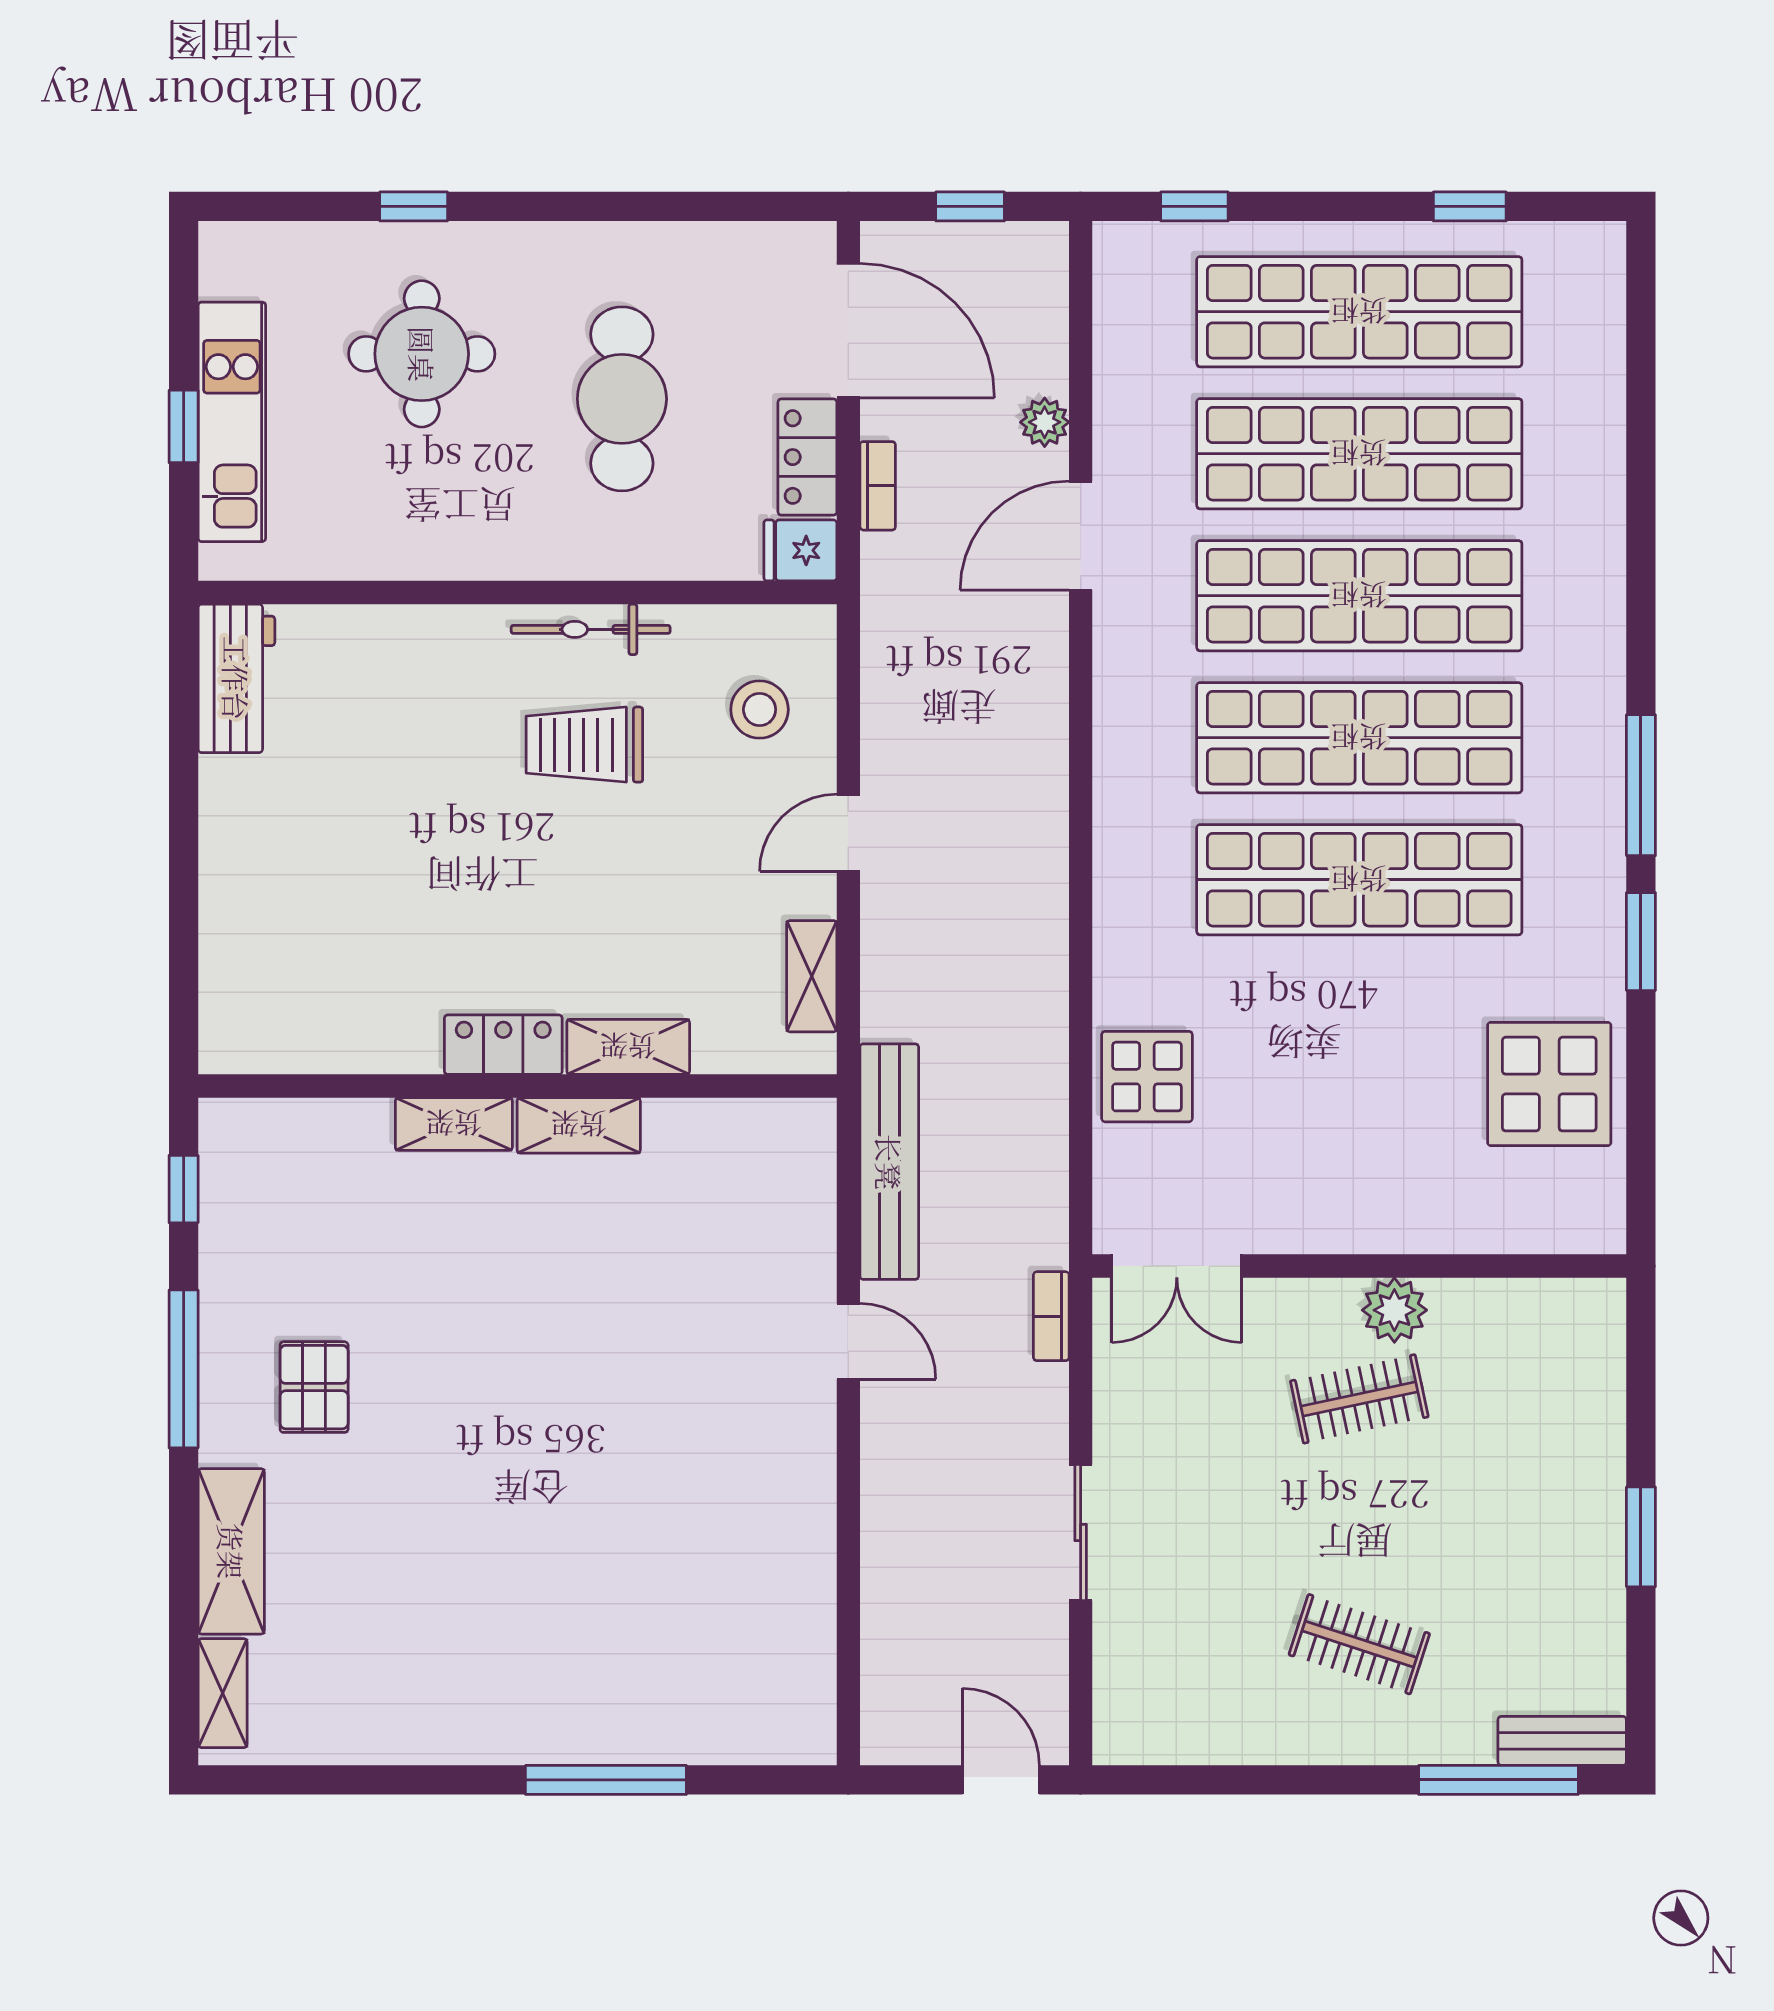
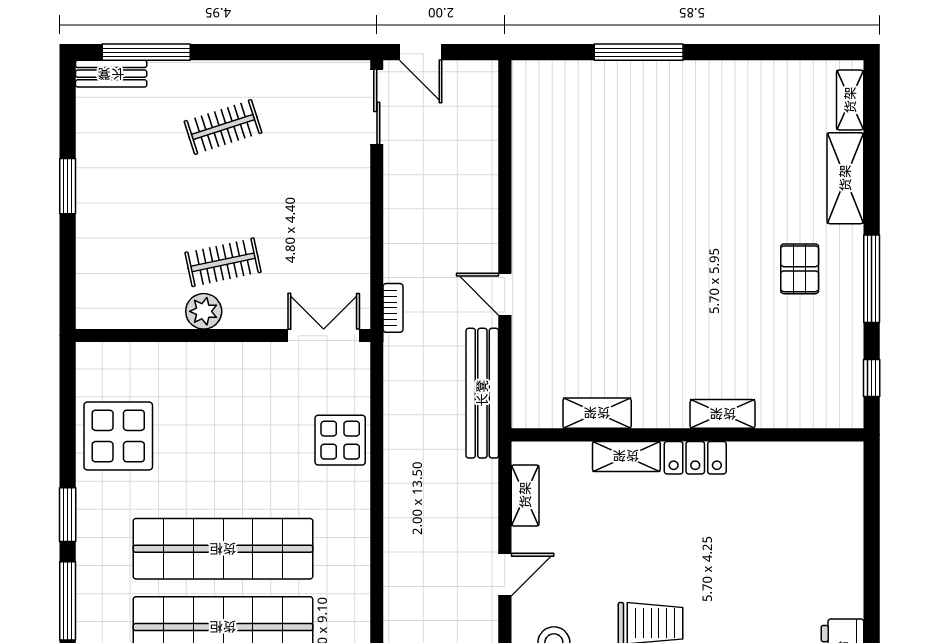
shelving: (579, 1125) -> (597, 413), moved
sliding door: (1081, 1533) -> (377, 107), moved
clothes rail: (1359, 1644) -> (223, 127), turned -36

